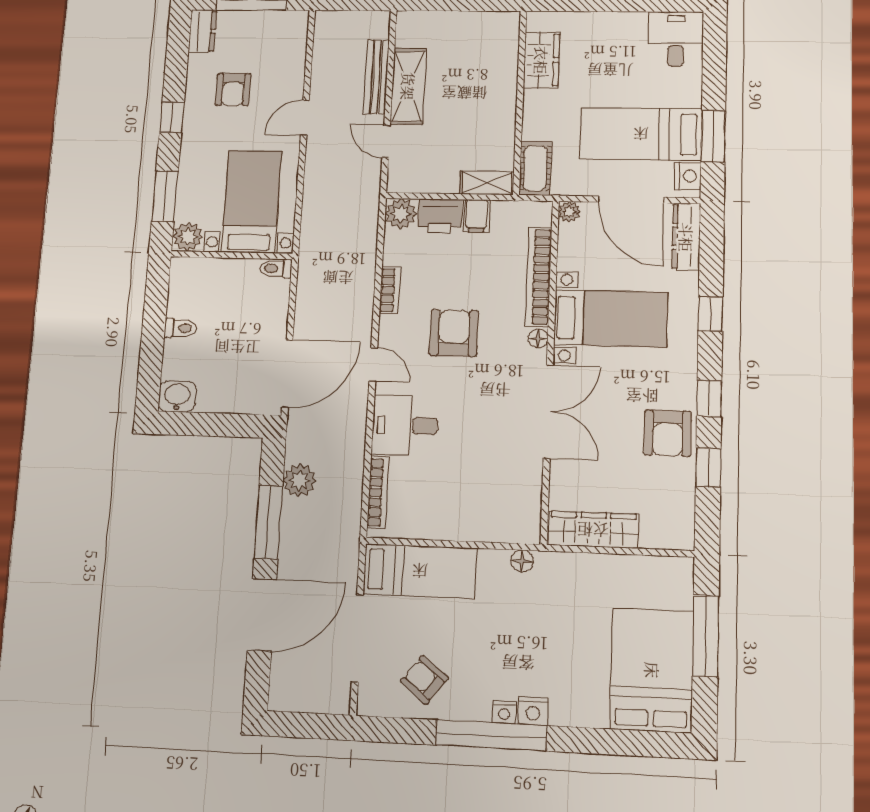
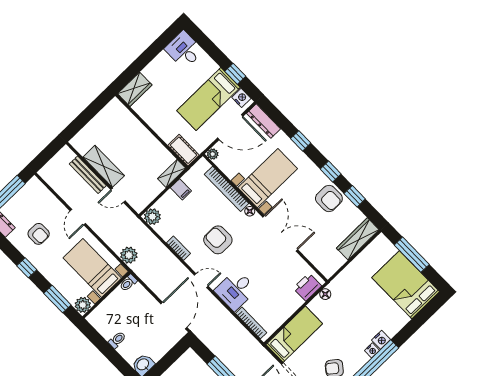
wardrobe: (541, 60) -> (135, 89), moved, turned 90
window: (713, 136) -> (235, 74), width x0.67
printer: (440, 216) -> (307, 287), moved, turned 180
plant: (299, 480) -> (129, 255), moved
wardrobe: (593, 530) -> (358, 239), moved

